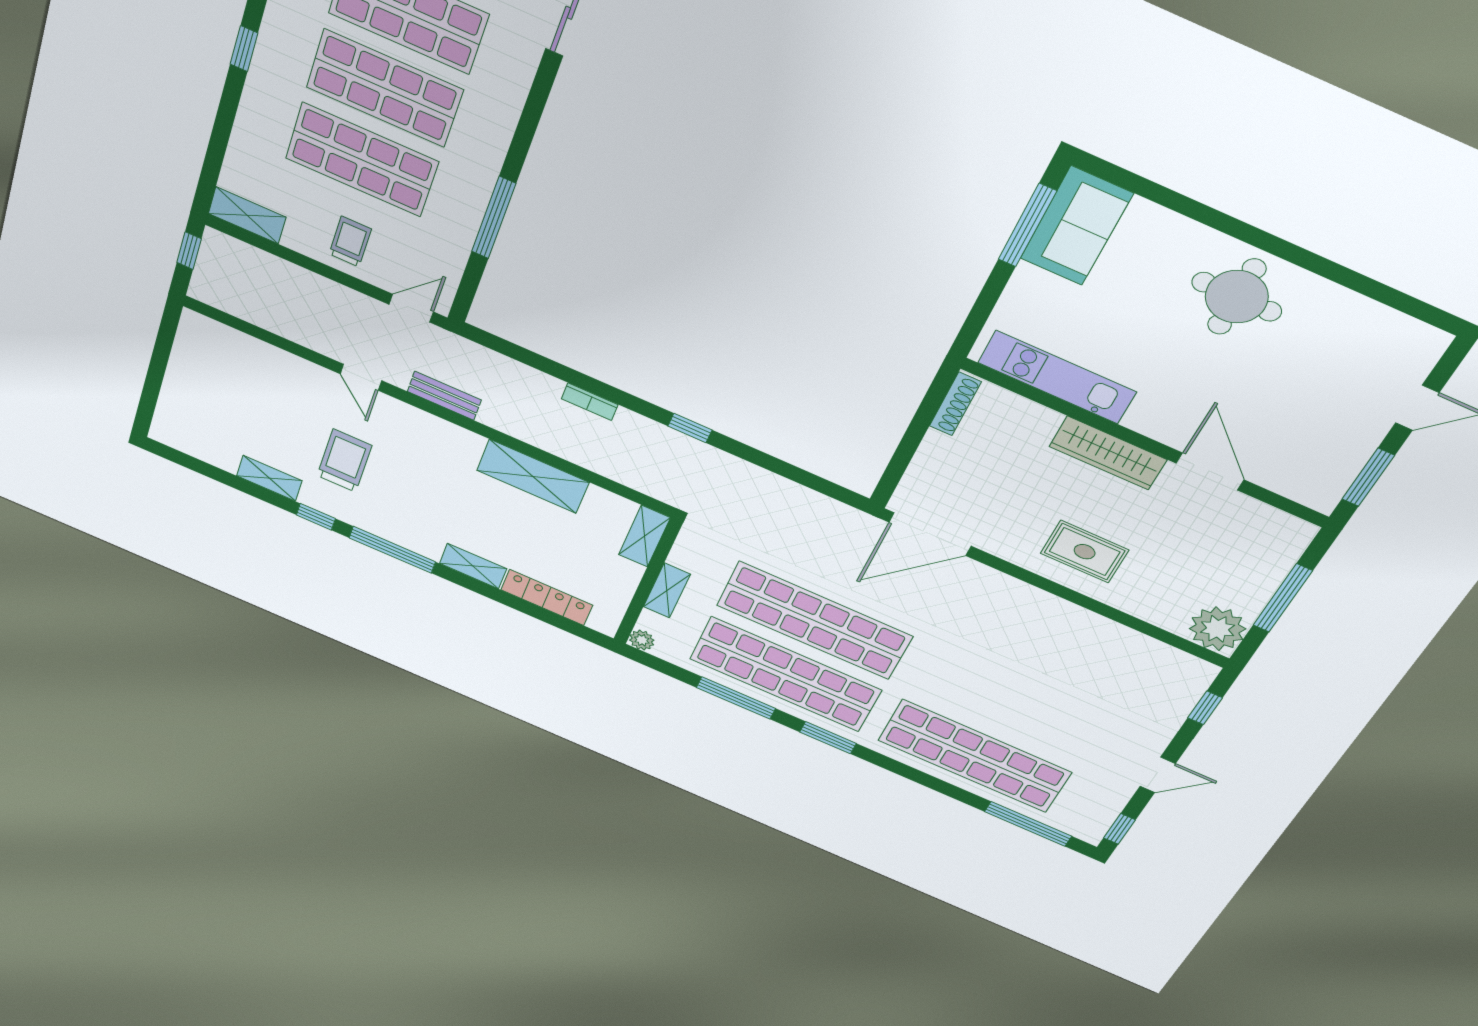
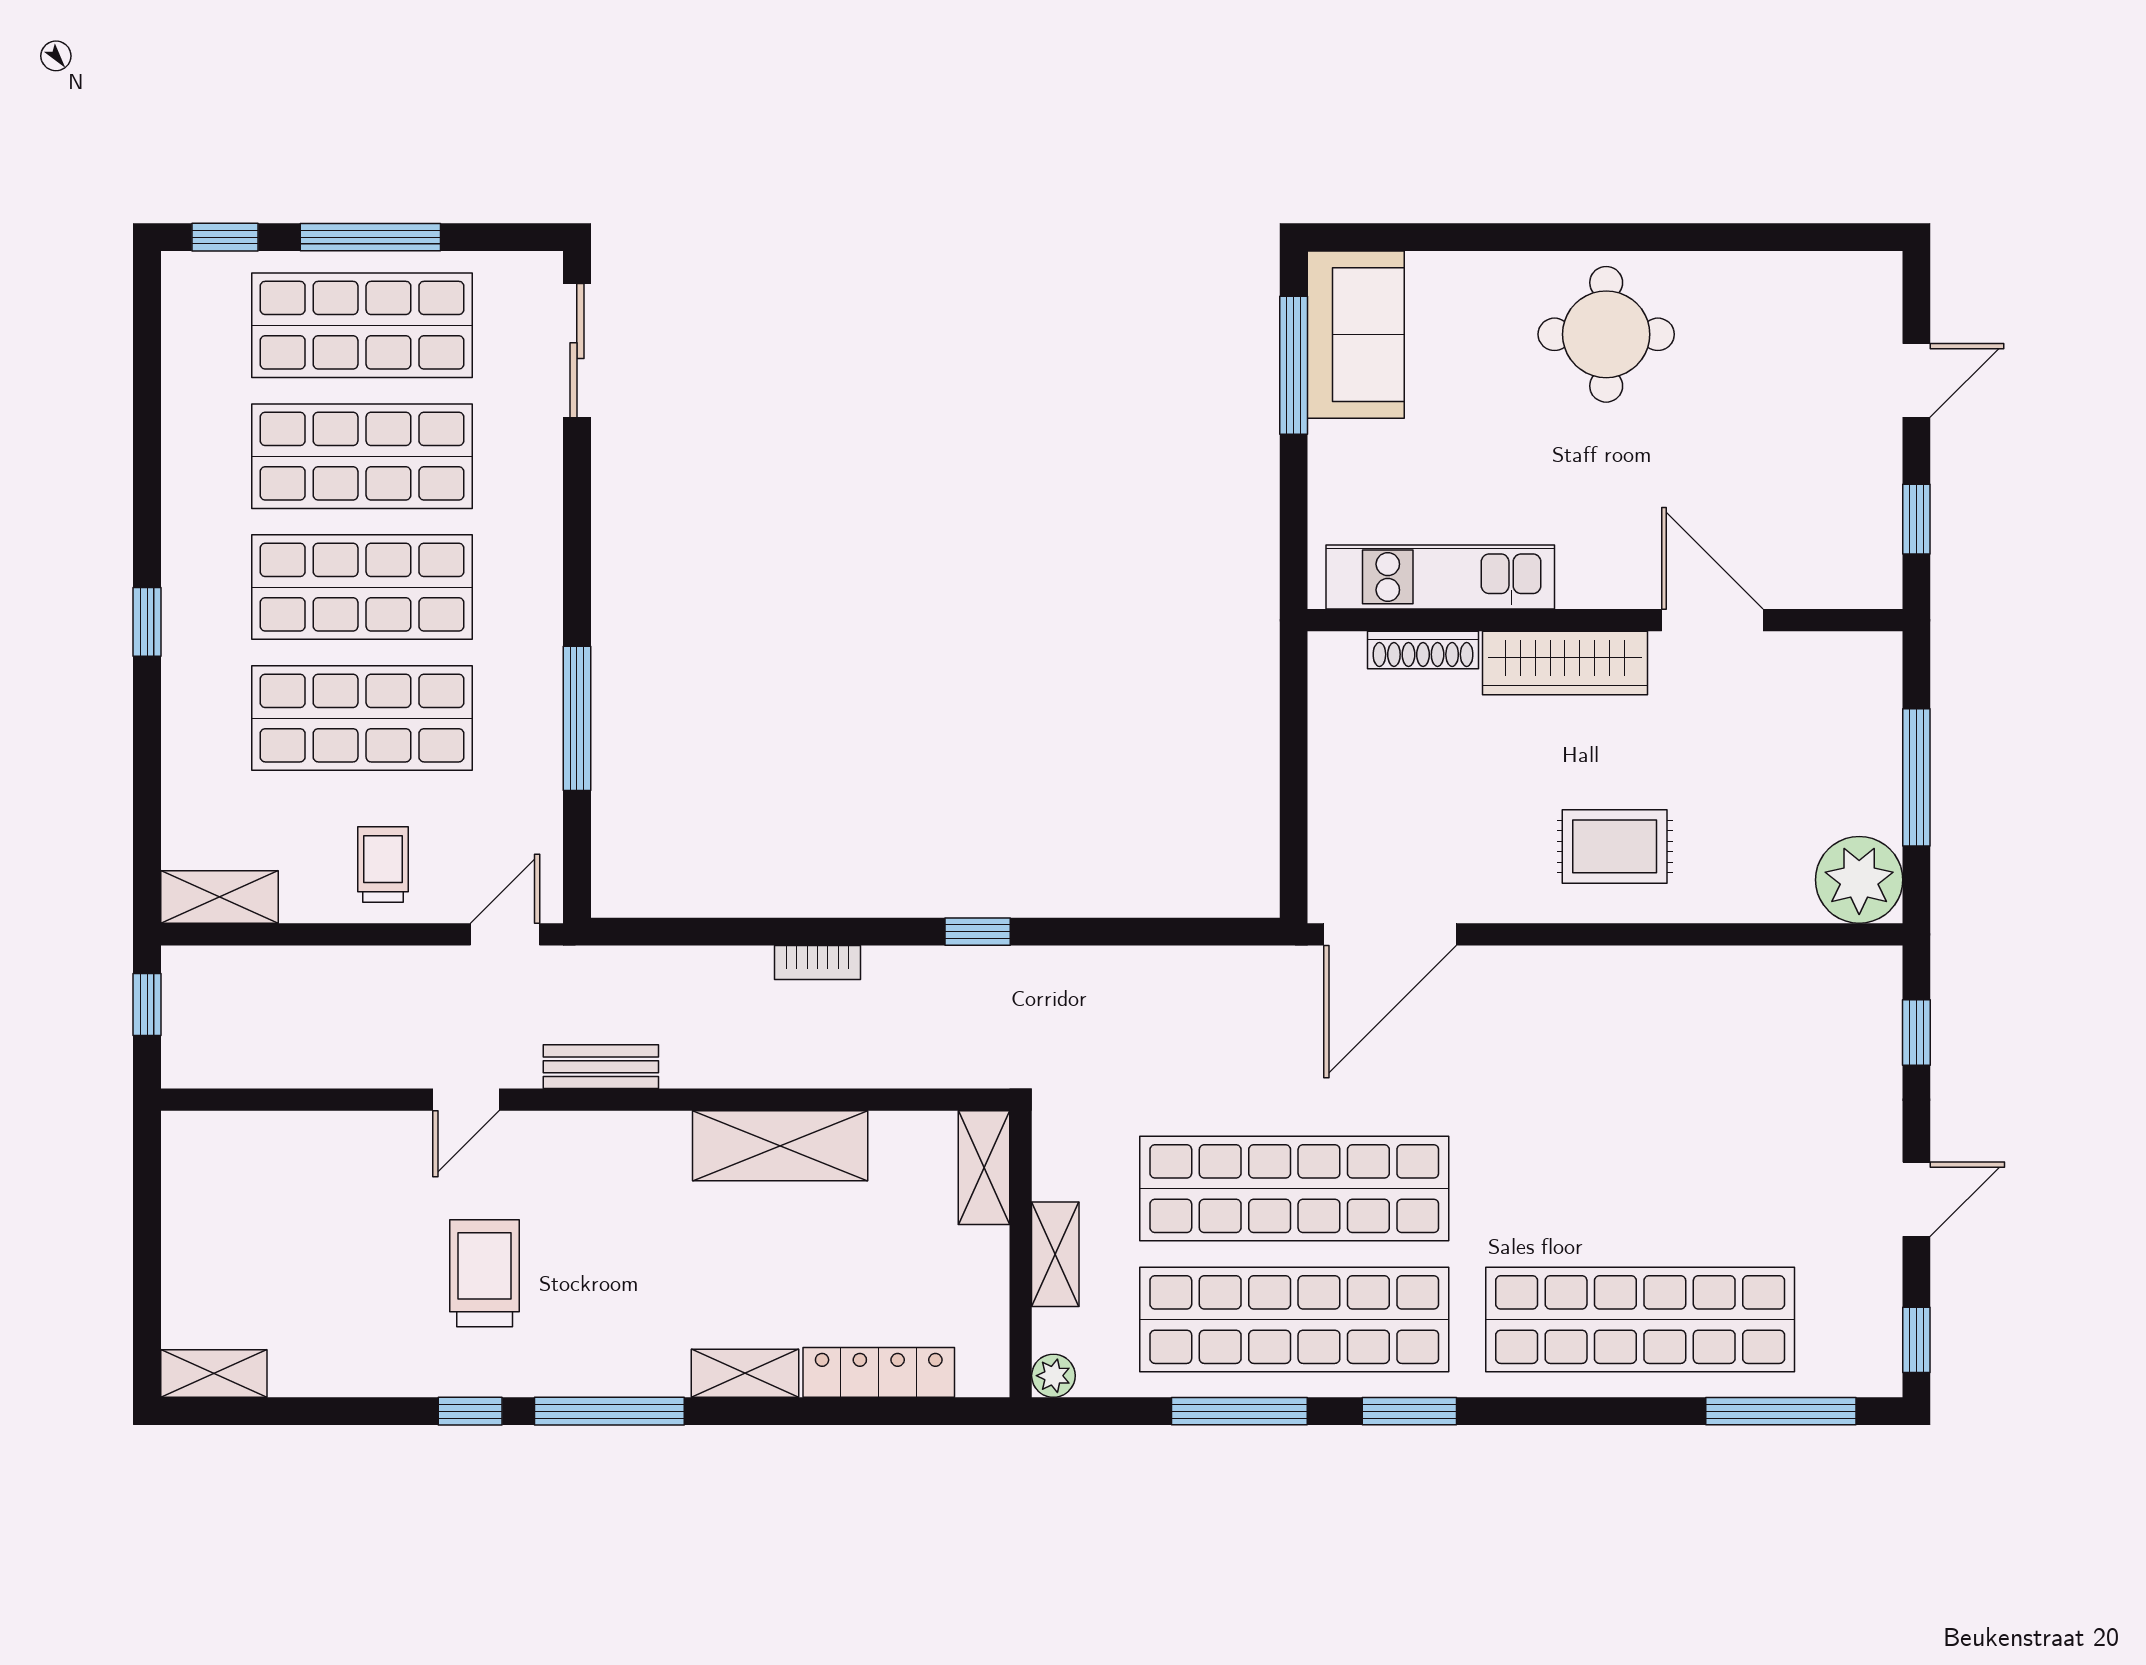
door: (361, 377) -> (466, 1100), hinge flipped
shoe rack: (955, 404) -> (1423, 650), moved, turned 90
window: (1368, 477) -> (1916, 519), width x0.67
shelving: (269, 478) -> (214, 1374), moved

